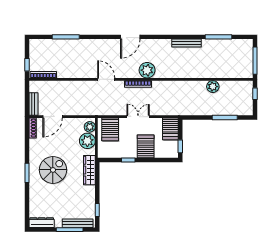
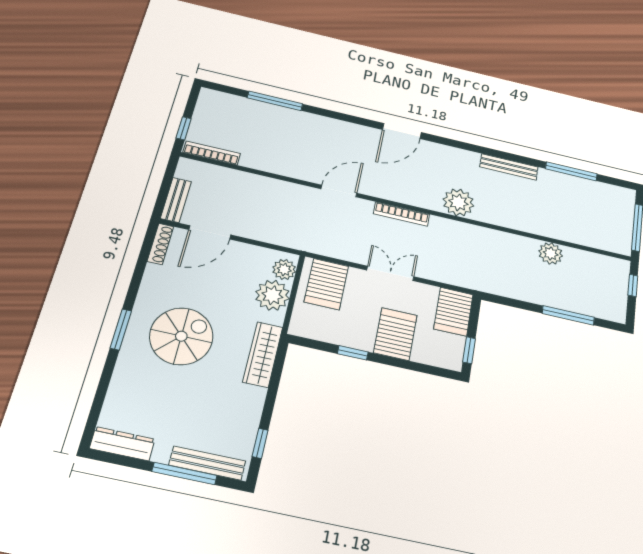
plant: (147, 70) -> (458, 202), moved
door: (106, 79) -> (339, 191), hinge flipped

